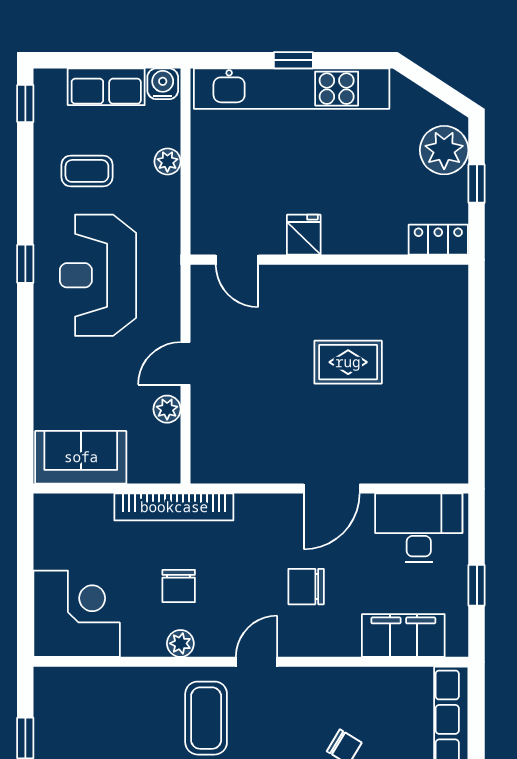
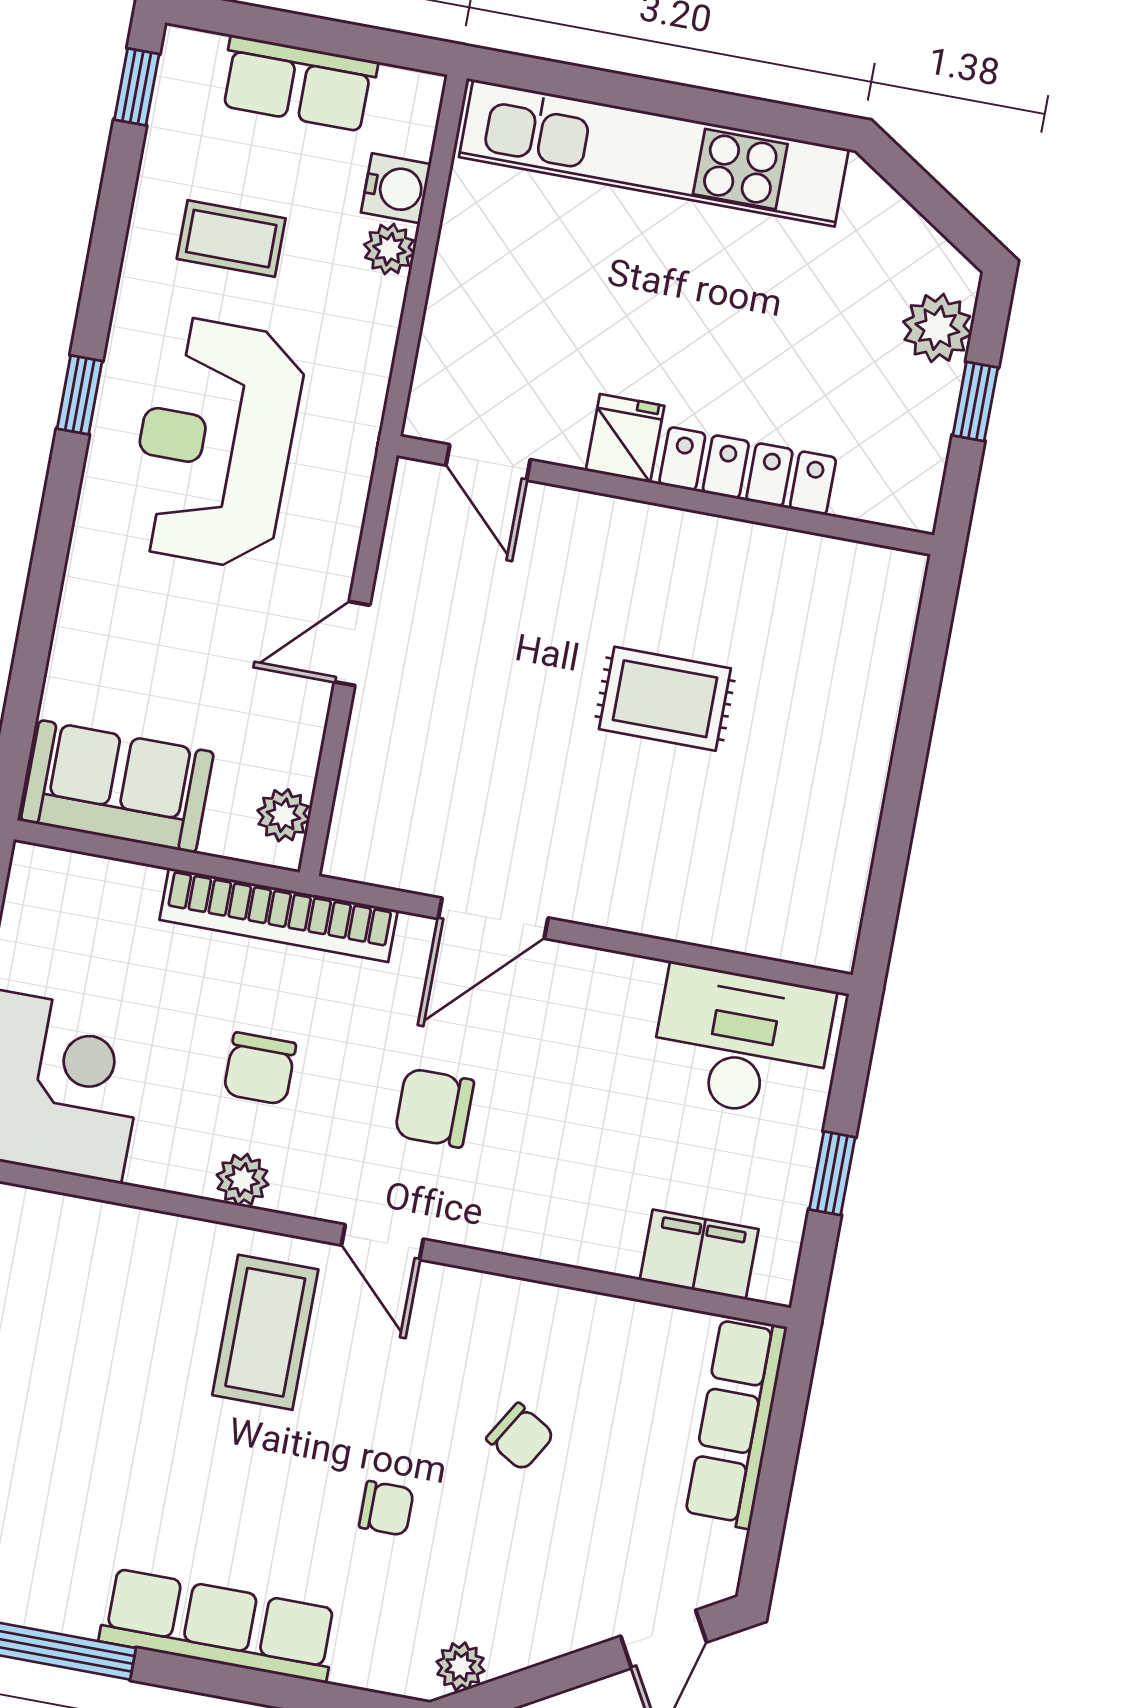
window: (293, 60) -> (667, 99), removed
water cooler: (163, 84) -> (396, 188), moved, turned 90
plant: (444, 150) -> (937, 328), width x0.73, depth x0.73
locker: (438, 240) -> (748, 471), moved, width x1.53
plant: (167, 409) -> (284, 815), moved
door: (332, 489) -> (493, 918), moved
chair: (306, 587) -> (434, 1108), moved
filing cabinet: (403, 635) -> (699, 1255), width x0.67, depth x0.86
door: (257, 662) -> (382, 1242), swing flipped

